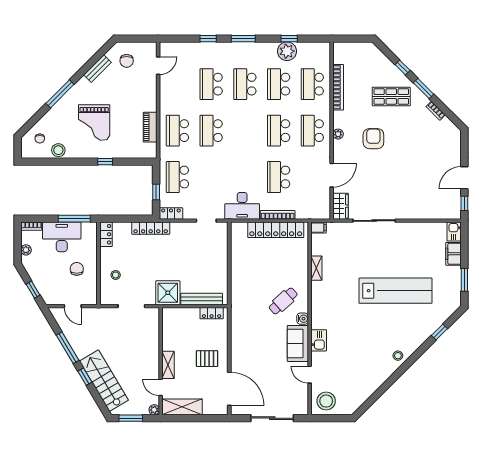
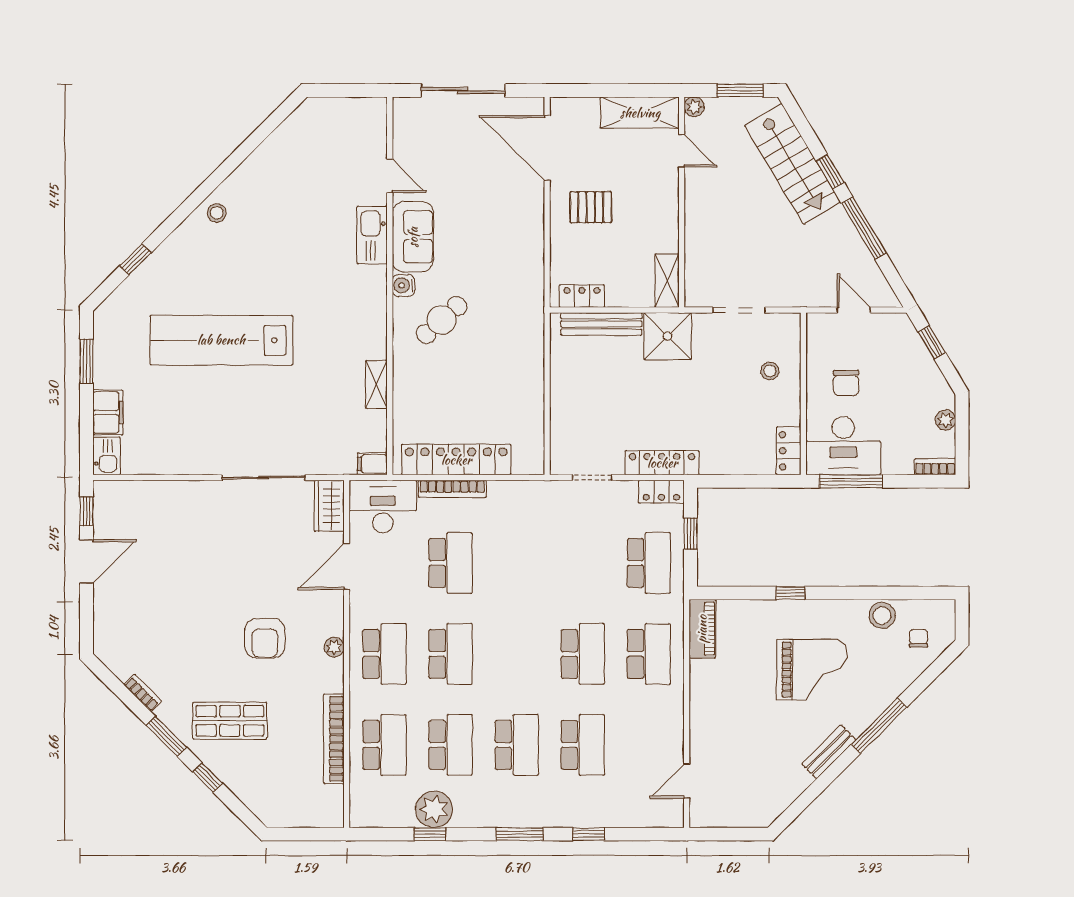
chair: (127, 61) -> (748, 791), removed
bench: (97, 69) -> (829, 752), moved
grand piano: (94, 123) -> (812, 670), turned 90
piano: (150, 127) -> (702, 629), moved
desk: (242, 206) -> (383, 507), moved
locker: (151, 228) -> (662, 463), moved
desk: (62, 237) -> (843, 446), moved
kitchen sink: (319, 340) -> (372, 235), width x1.38
shelving: (168, 365) -> (667, 281), moved
stool: (326, 401) -> (357, 124), removed

